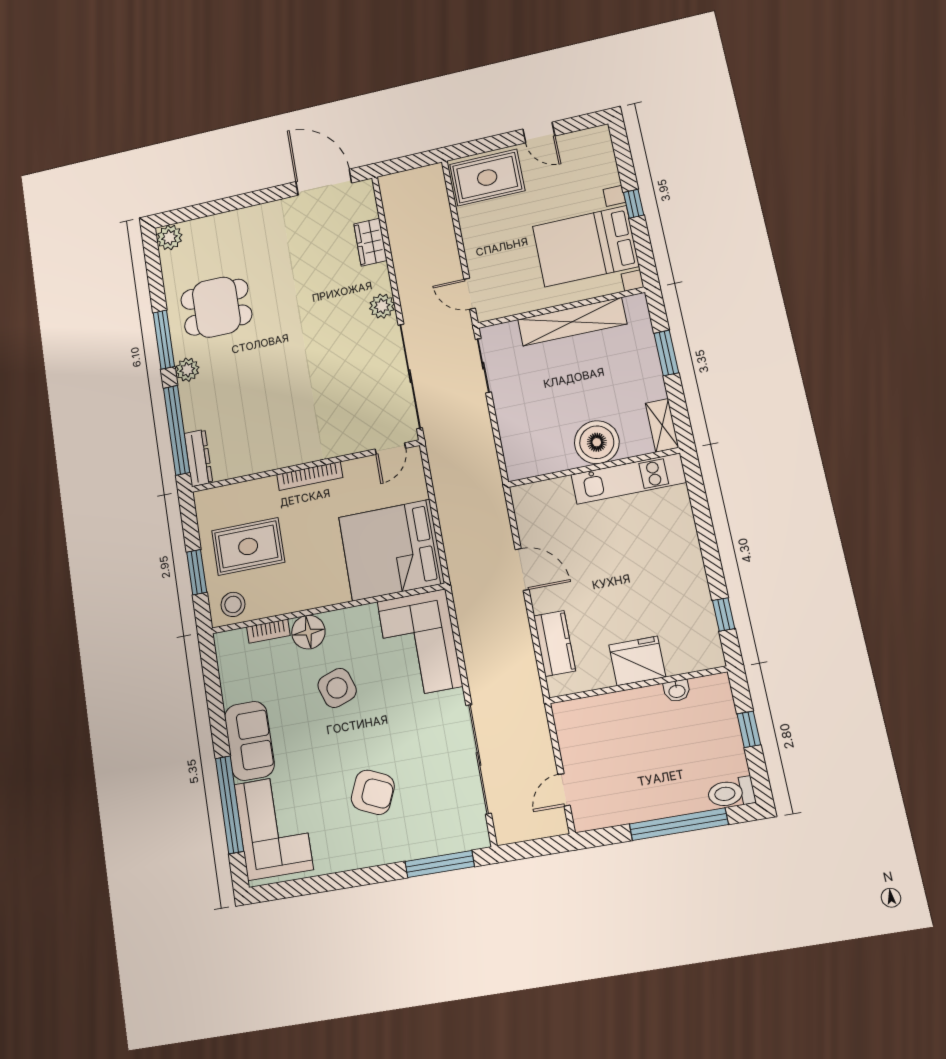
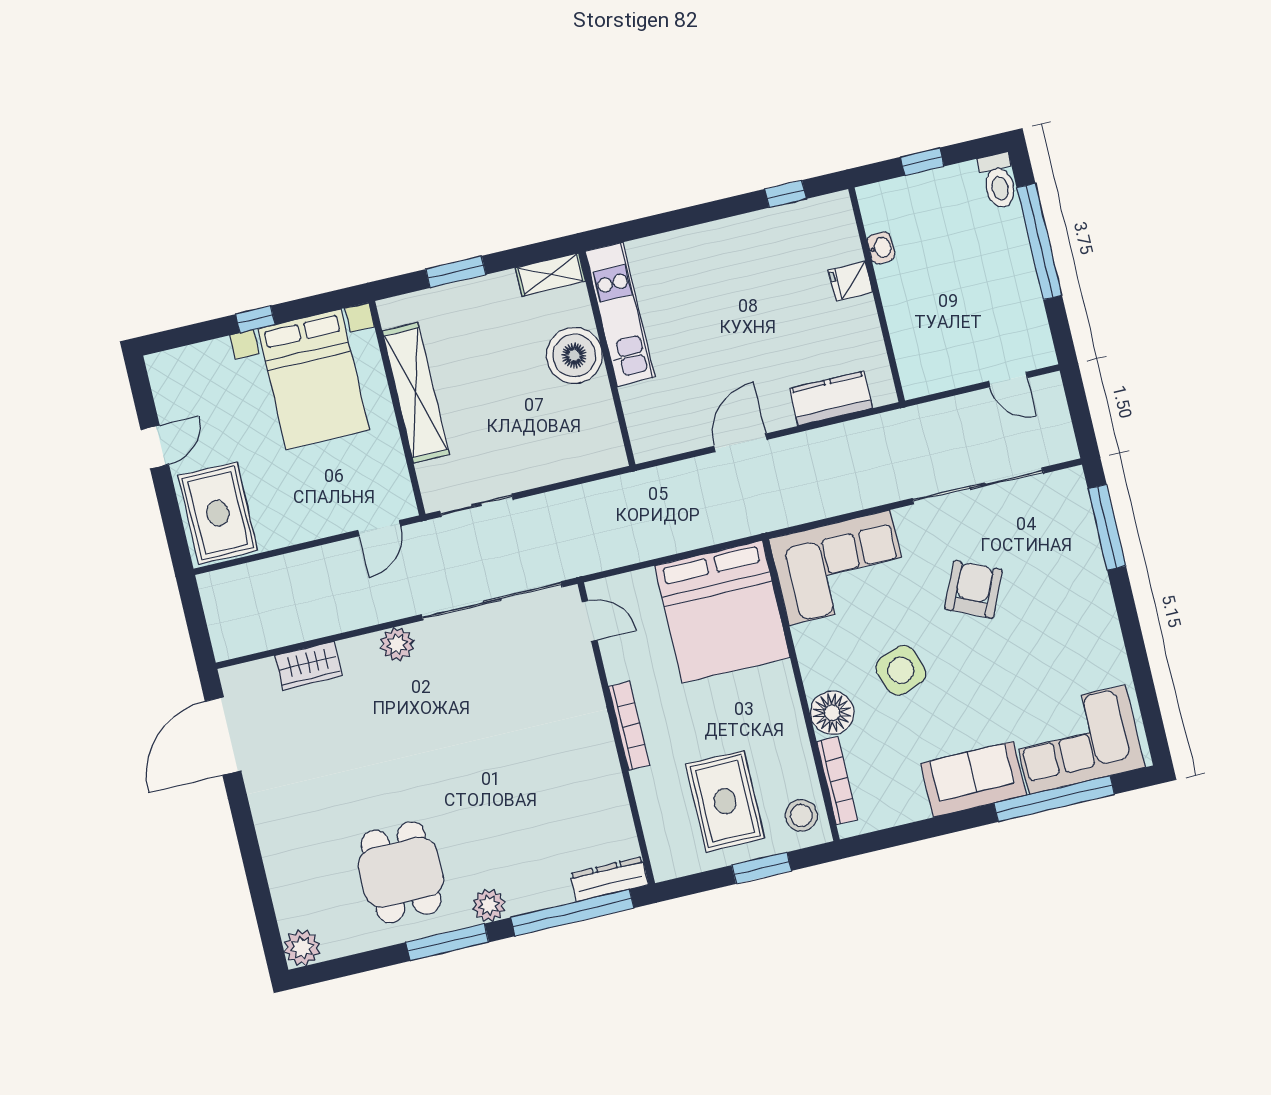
bookcase: (268, 631) -> (837, 780), width x1.56
fridge: (637, 661) -> (850, 281), width x0.53, depth x0.75
armchair: (373, 792) -> (973, 589), moved

